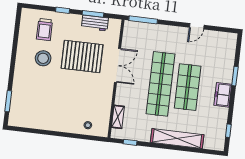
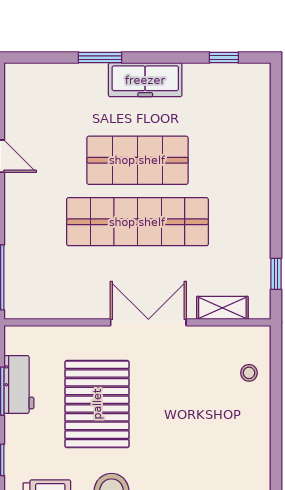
double door: (118, 65) -> (148, 322), moved
freezer: (223, 95) -> (145, 80), width x1.40
shelving: (177, 138) -> (255, 170), removed

